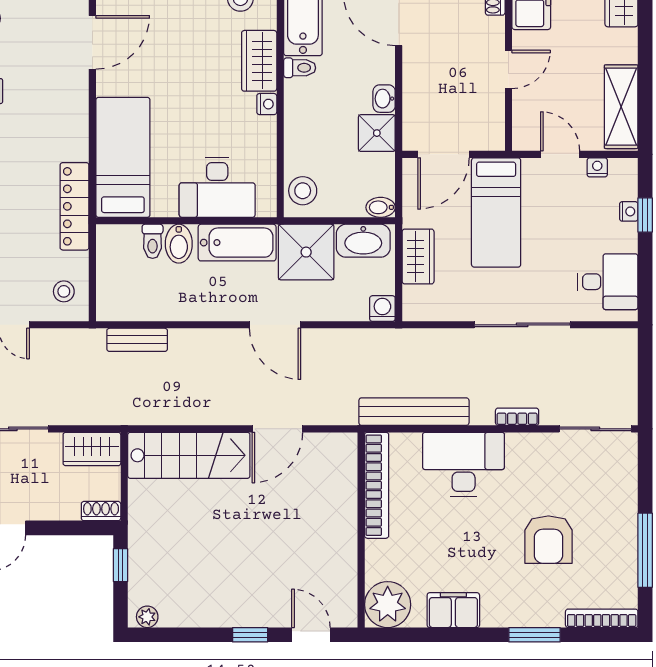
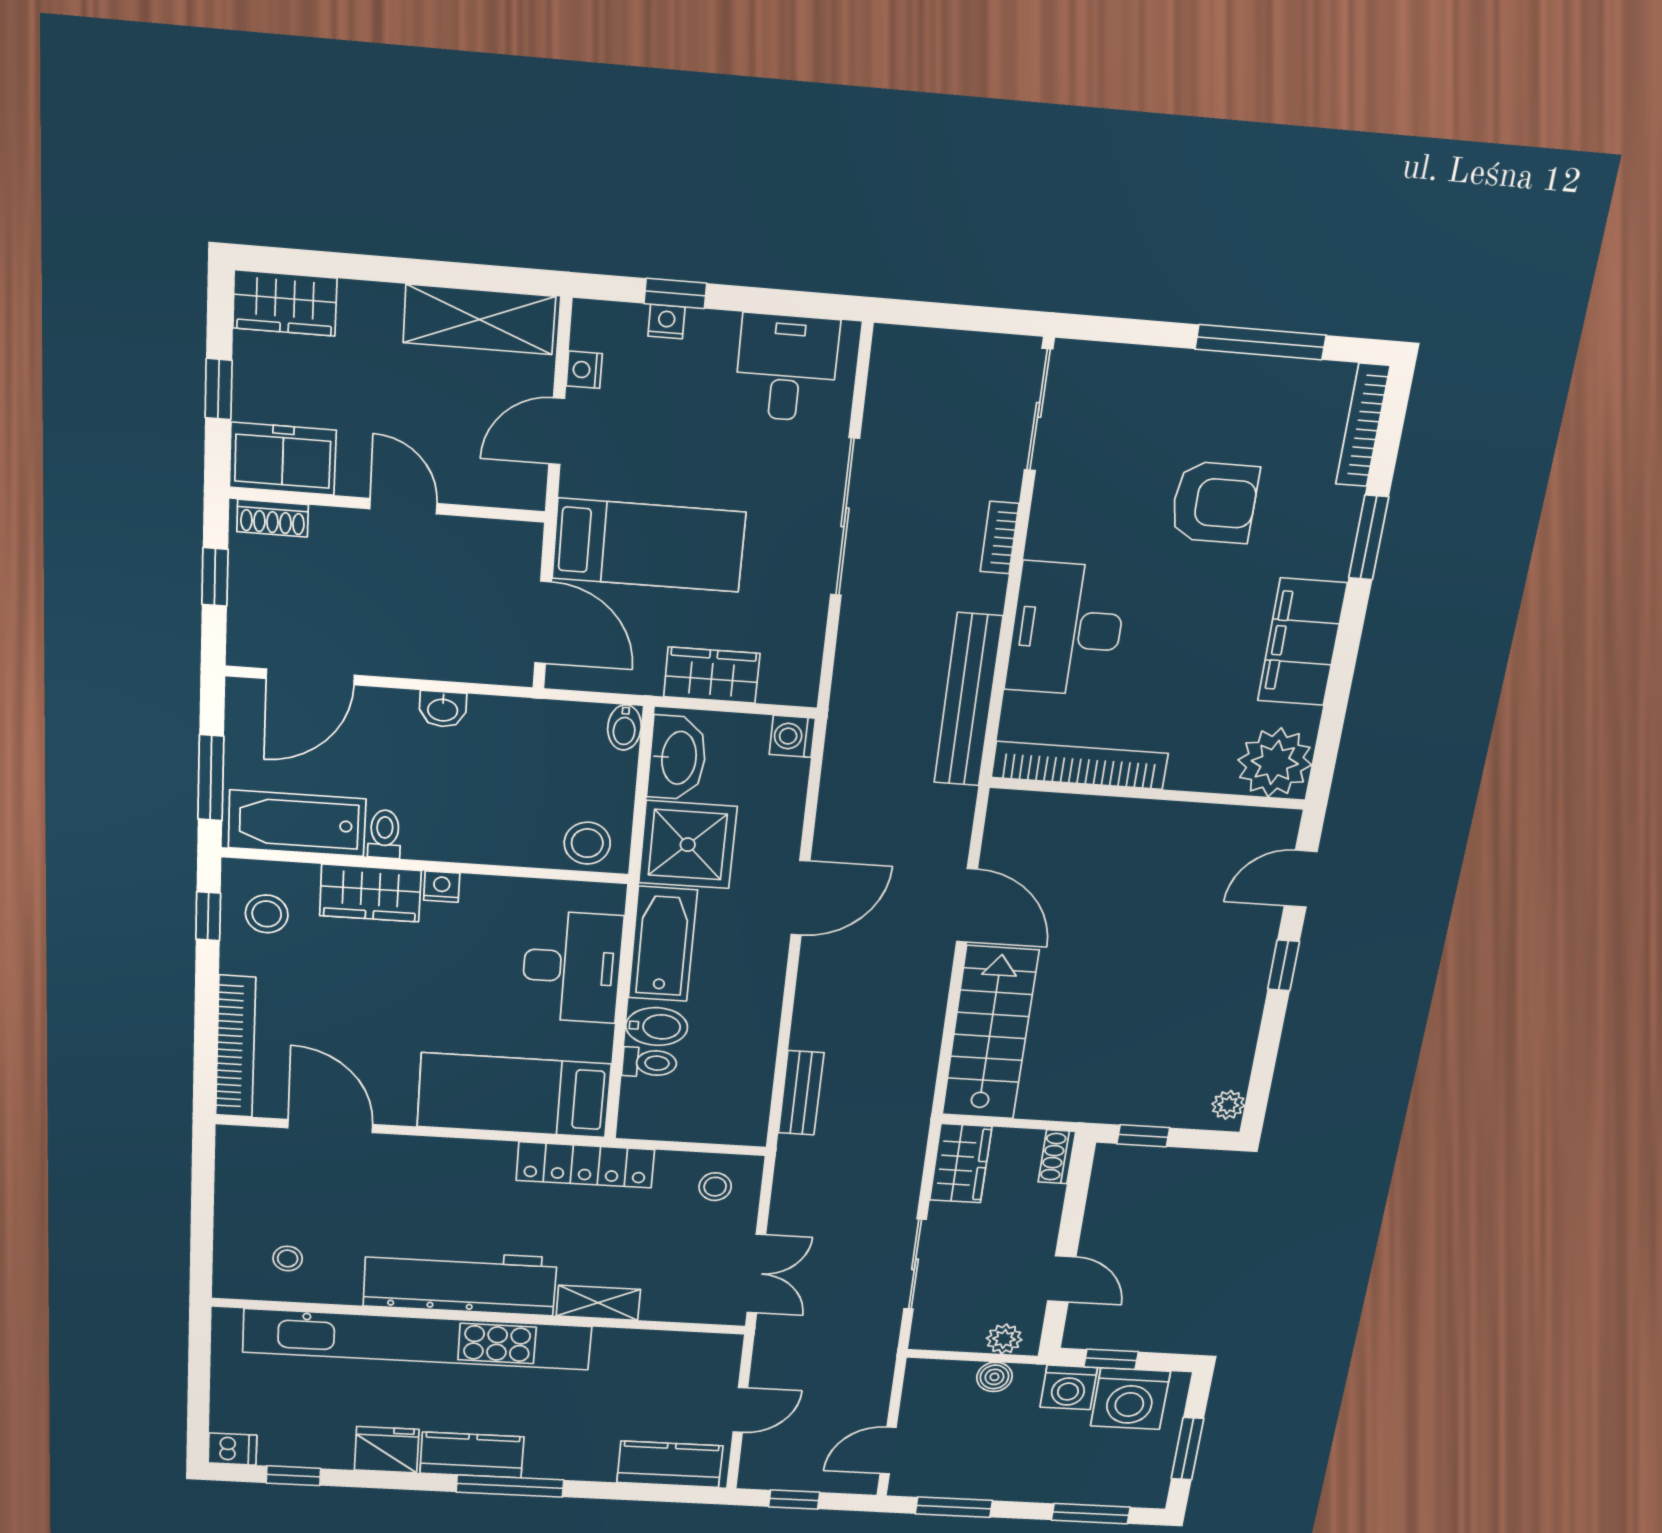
shower: (377, 133) -> (500, 724), removed
filing cabinet: (453, 610) -> (1302, 642), width x1.50, depth x1.17

